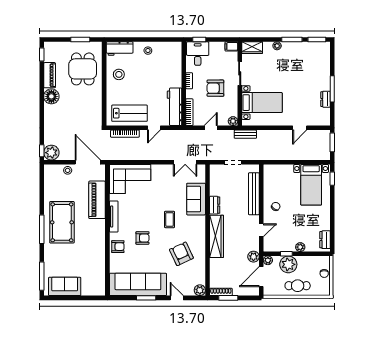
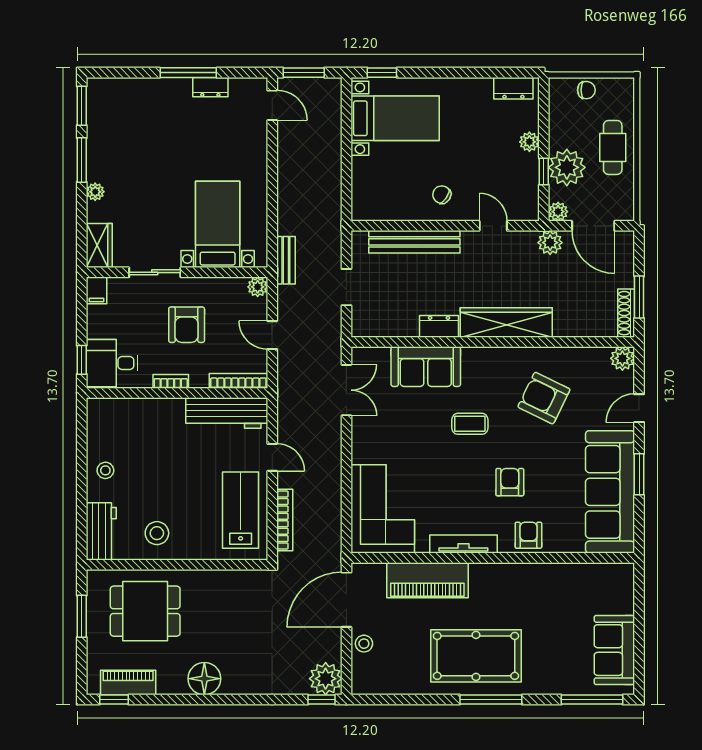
piano: (50, 75) -> (128, 683), moved
door: (300, 128) -> (272, 105), moved
armchair: (181, 254) -> (544, 398), turned 51

